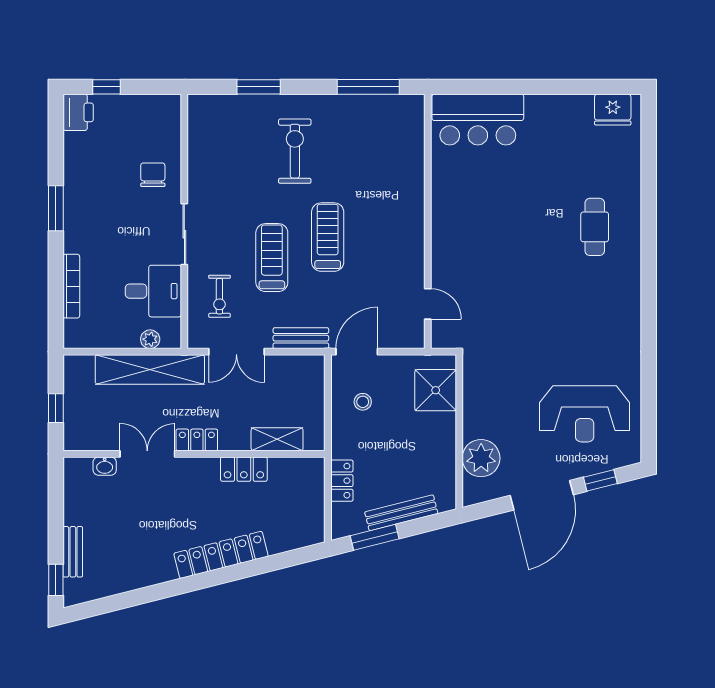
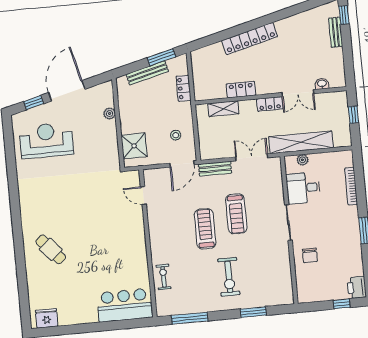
cafe table: (595, 227) -> (51, 249), turned -41
treadmill: (328, 237) -> (205, 229), turned 180
exercise bike: (219, 296) -> (163, 277), moved
plant: (481, 458) -> (110, 114), width x0.53, depth x0.53

